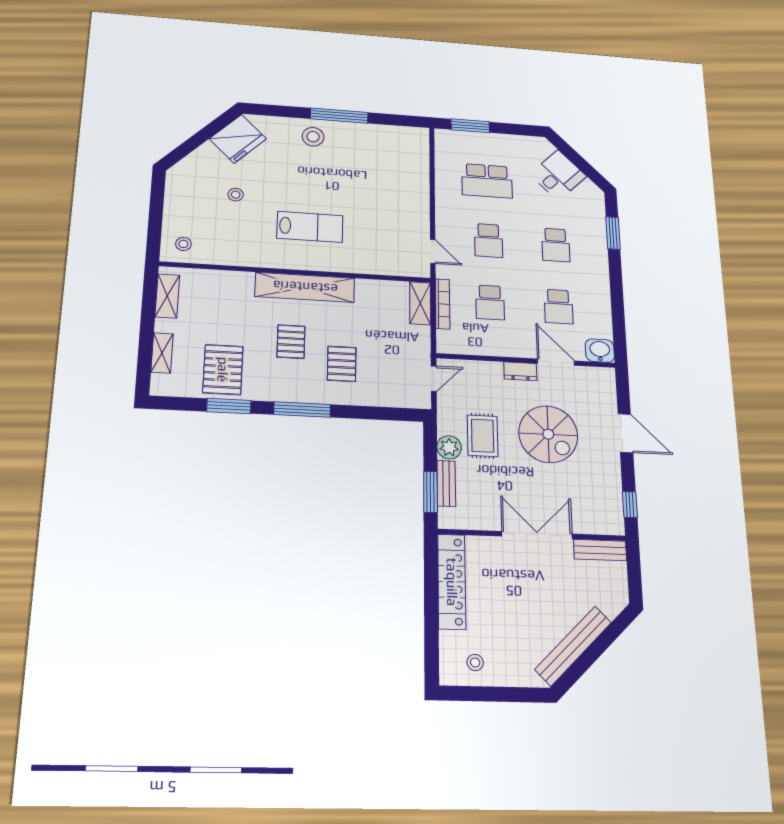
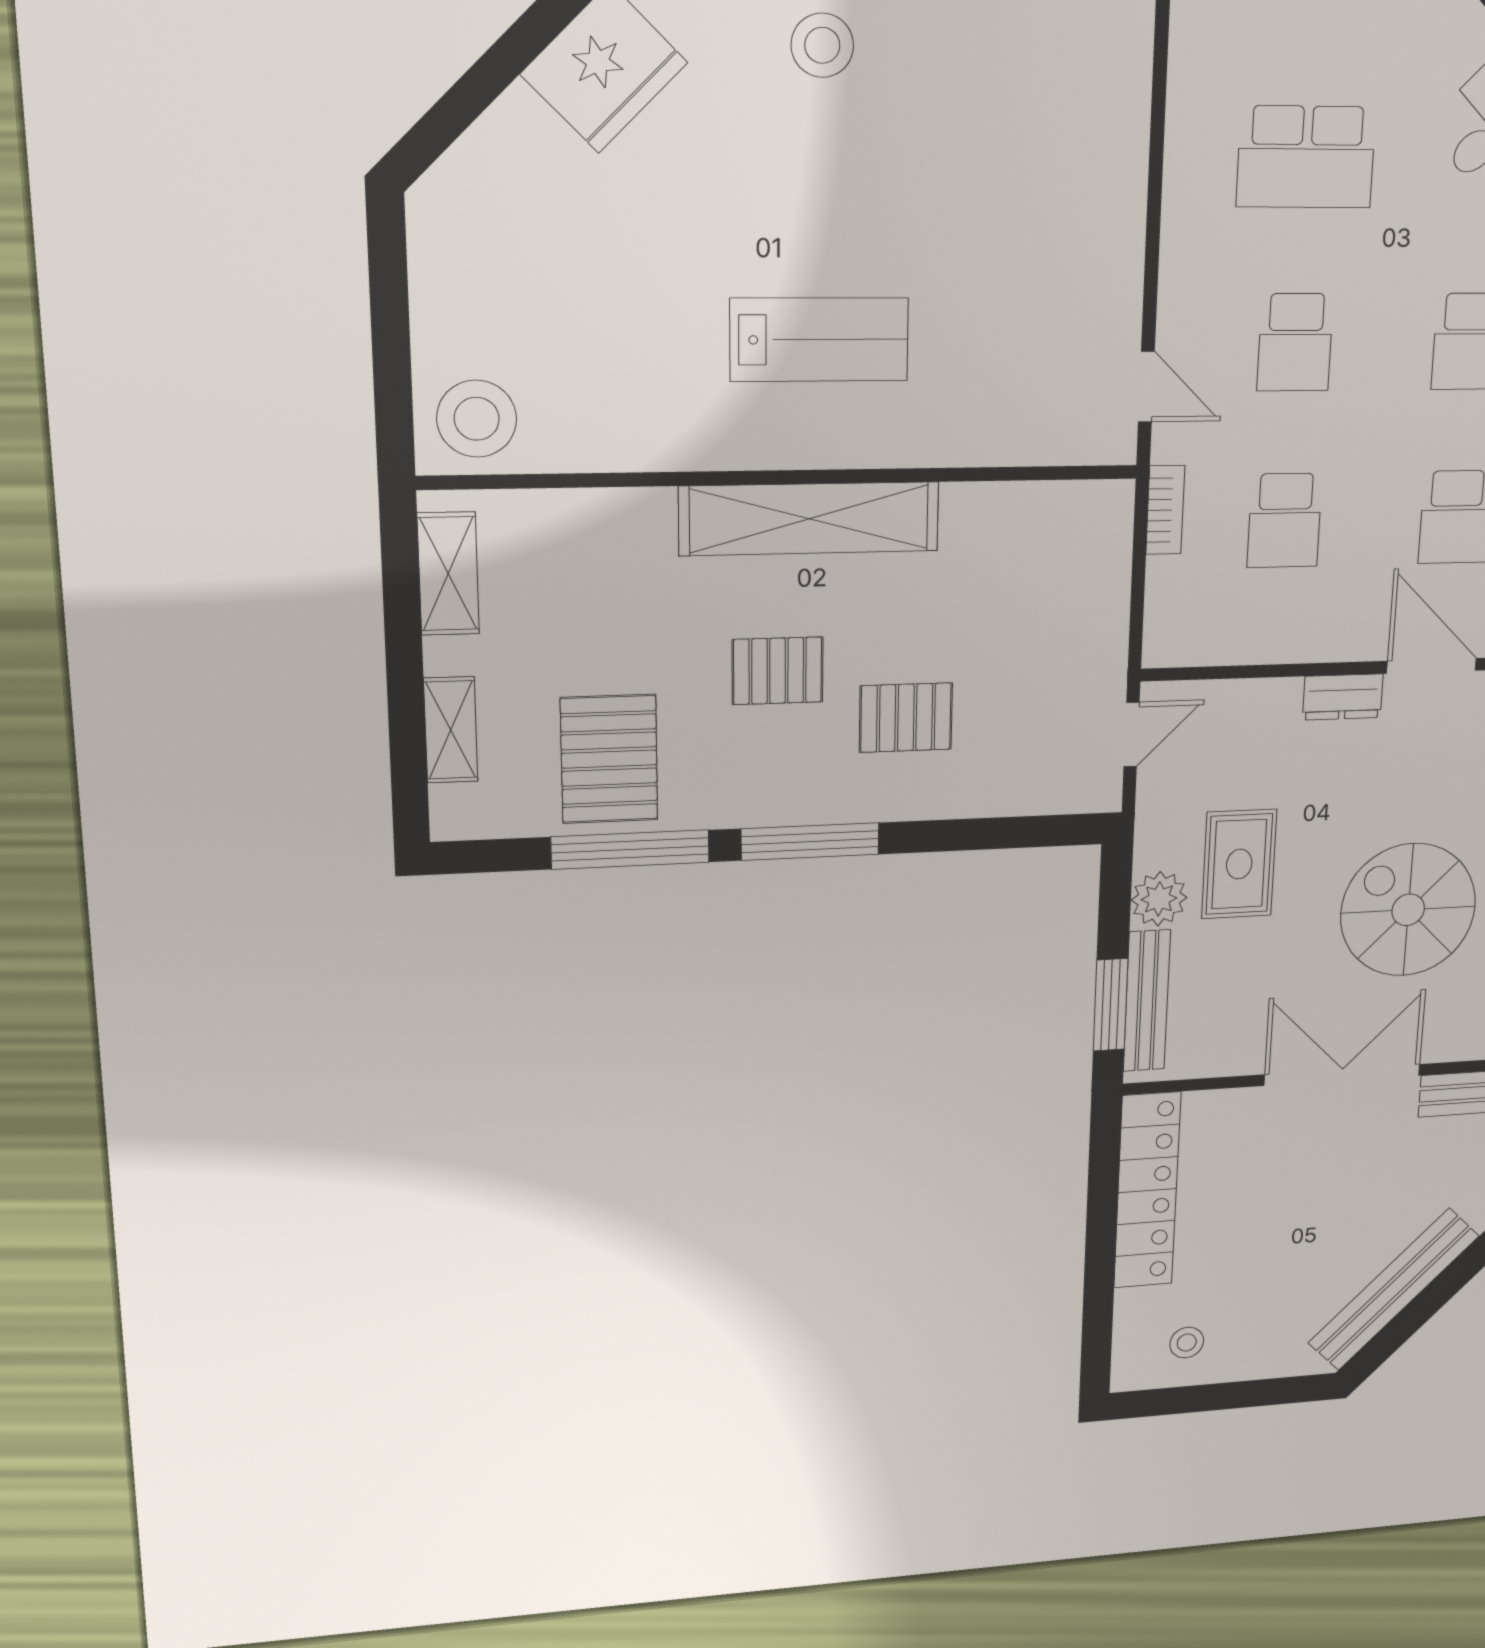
stool: (236, 195) -> (610, 254), removed
stool: (183, 244) -> (477, 419), width x1.89, depth x1.89
shelving: (420, 303) -> (1107, 538), removed
bookcase: (443, 304) -> (1165, 510), width x0.64
pallet: (291, 342) -> (778, 671), turned 90
pallet: (342, 364) -> (906, 718), turned 90
window: (229, 406) -> (630, 850), width x1.44
spiral stairs: (548, 434) -> (1408, 910), moved, turned 180
bench: (446, 483) -> (1147, 1001), width x1.36

